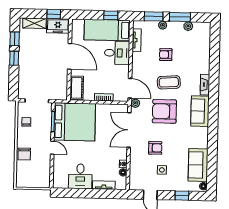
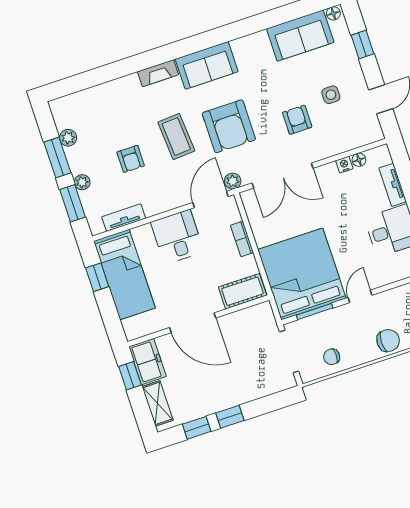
desk: (117, 53) -> (177, 237), moved
door: (70, 56) -> (193, 323), swing flipped

